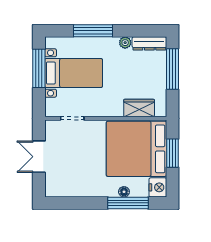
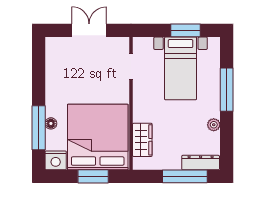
dresser: (149, 43) -> (201, 163), moved, turned 90
window: (39, 68) -> (186, 30), width x0.69

